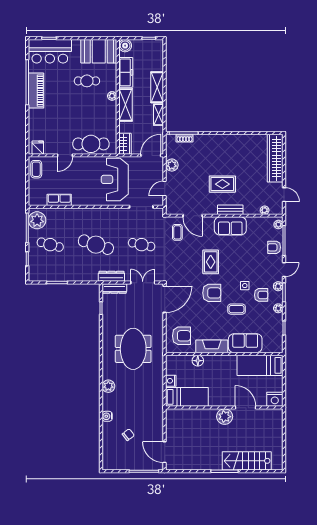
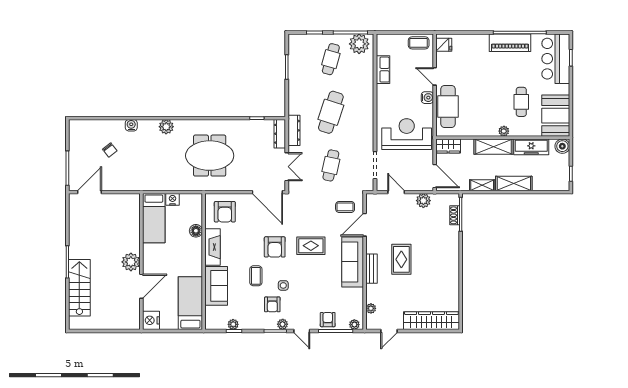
water cooler: (83, 162) -> (427, 98), added
sofa: (230, 226) -> (353, 262), width x1.36
plant: (278, 308) -> (233, 324), moved

